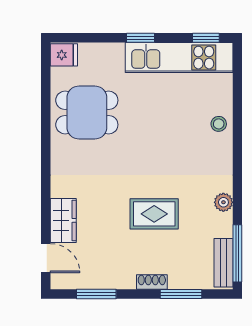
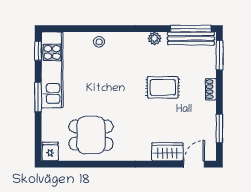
window: (140, 38) -> (38, 97), width x1.50
dining table: (87, 112) -> (91, 135), turned 90
rug: (154, 214) -> (163, 87), turned 90
bench: (223, 263) -> (191, 38), width x1.36
window: (181, 294) -> (219, 55), moved

